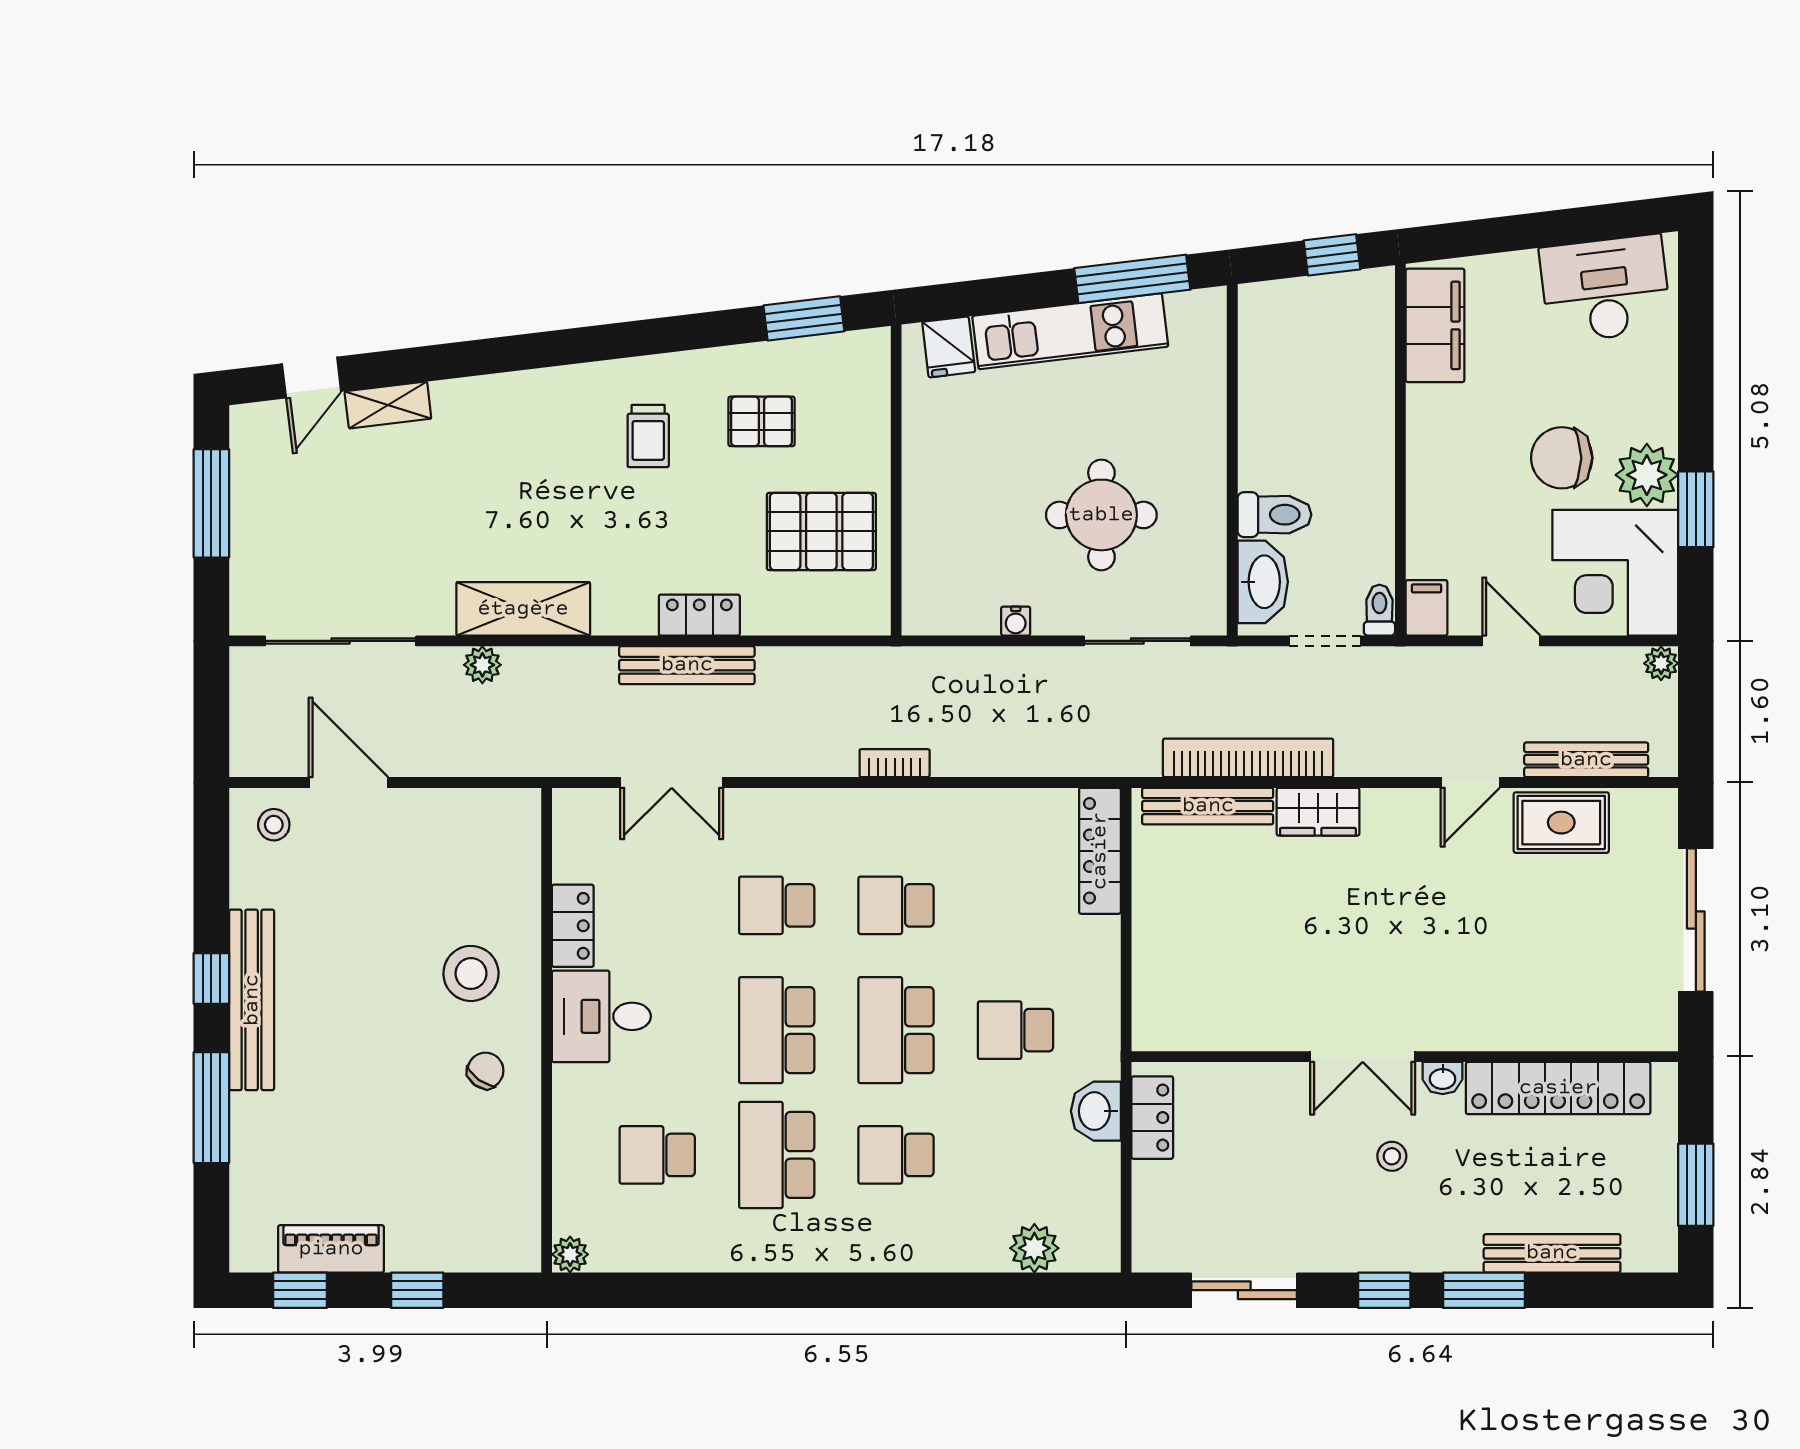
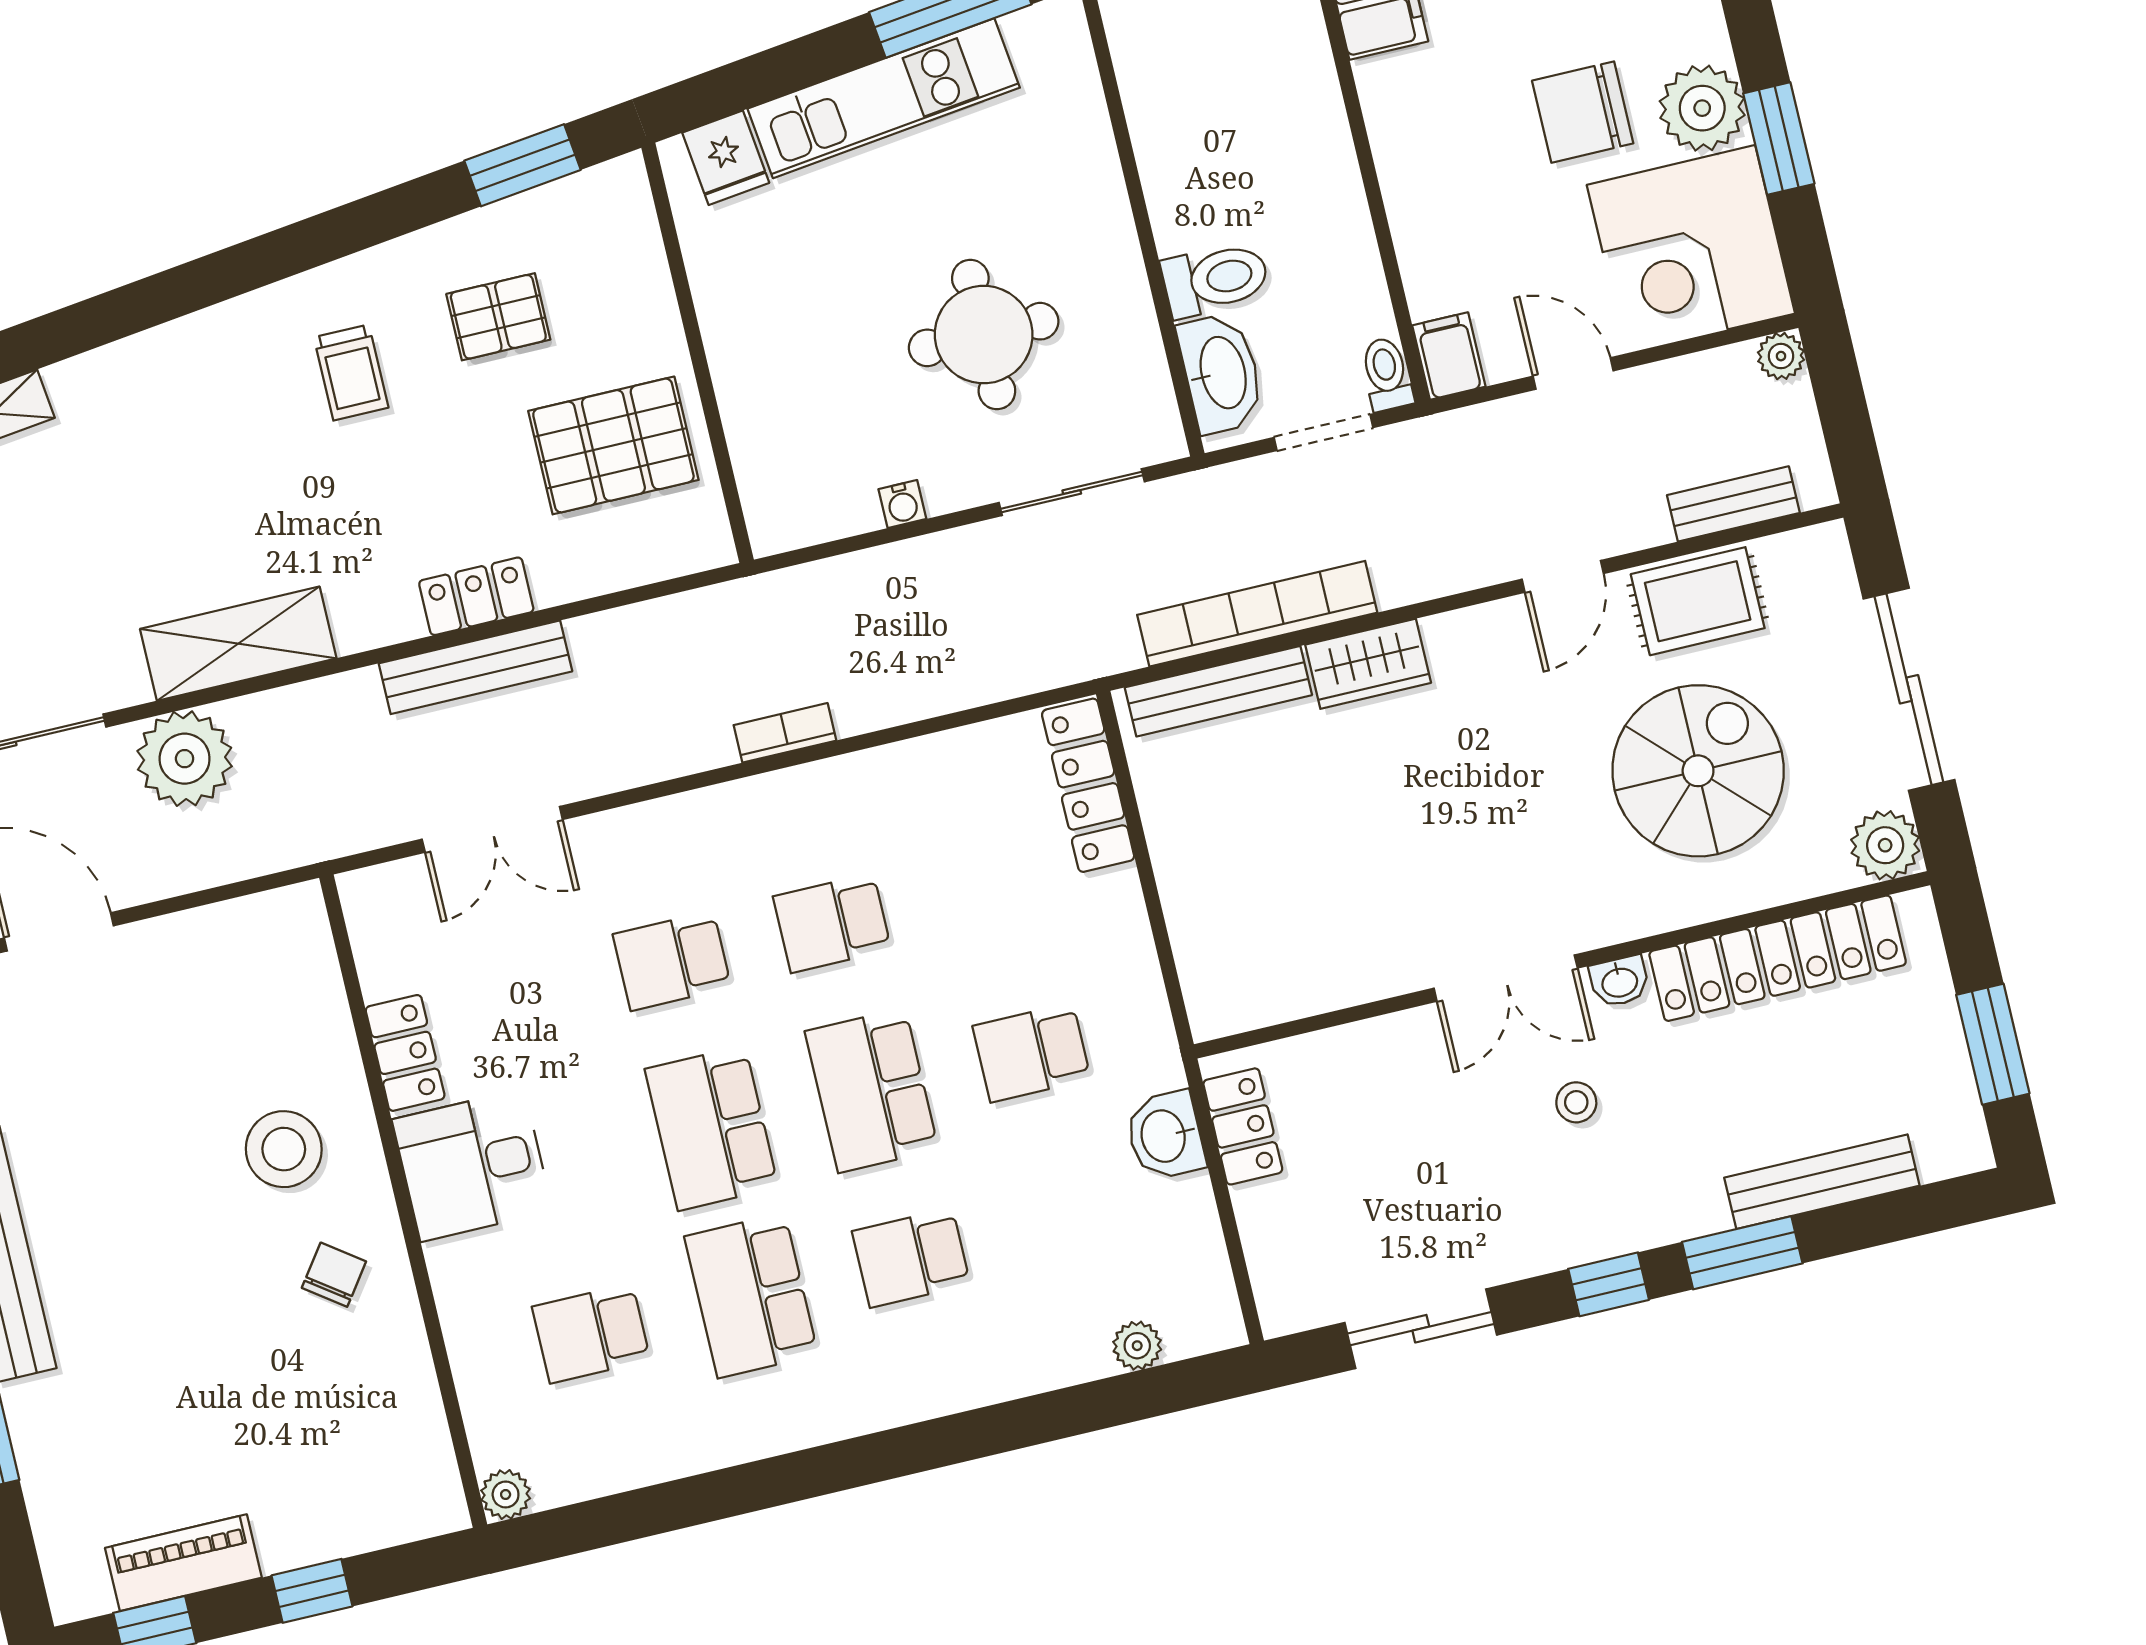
plant: (482, 665) -> (185, 759), width x1.88, depth x1.88
bench: (1586, 760) -> (1733, 504), width x0.73
spiral stairs: (1533, 942) -> (1698, 771), added
plant: (1653, 1026) -> (1885, 845), added
plant: (1034, 1248) -> (1137, 1346), width x0.73, depth x0.73

